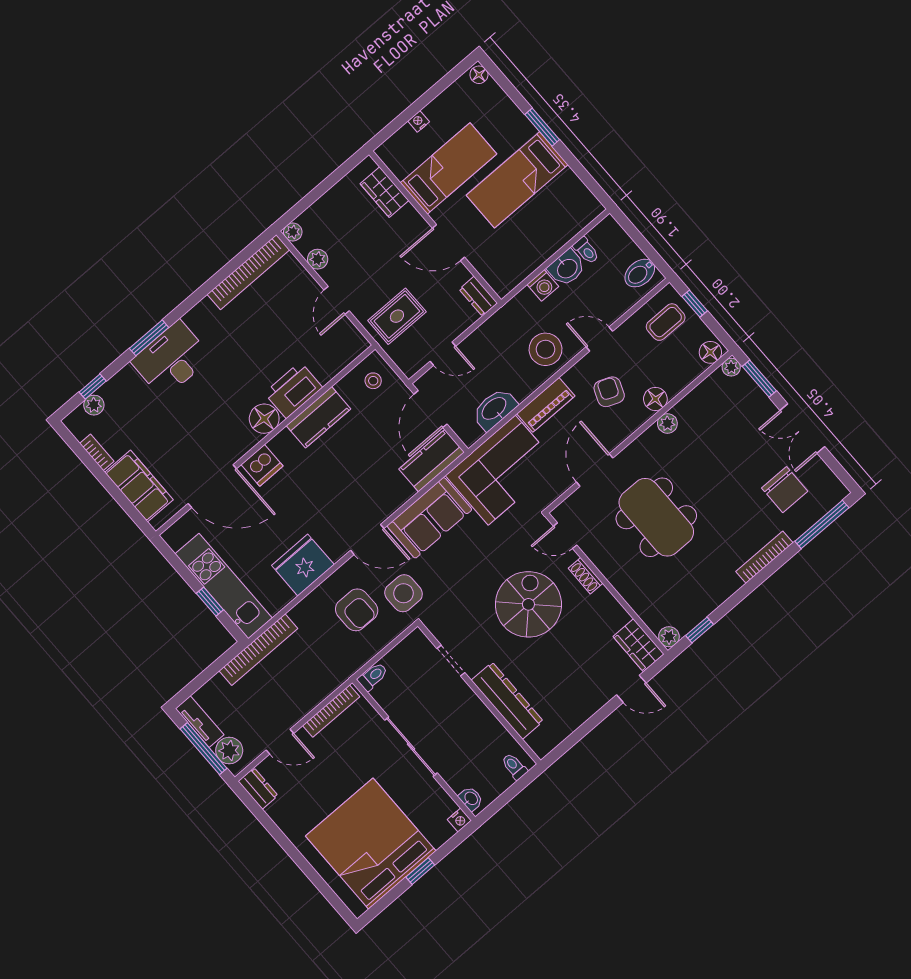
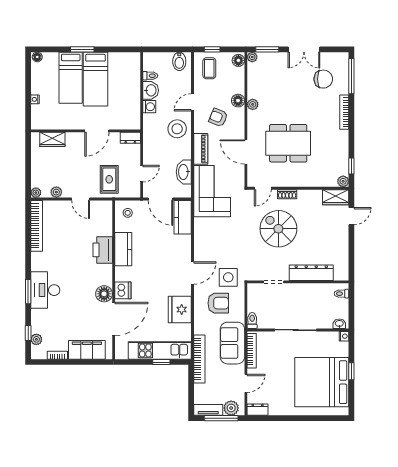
bed: (449, 168) -> (71, 78), moved, turned 180
floor lamp: (264, 419) -> (104, 294), moved
sofa: (429, 518) -> (232, 343), moved, turned 180

